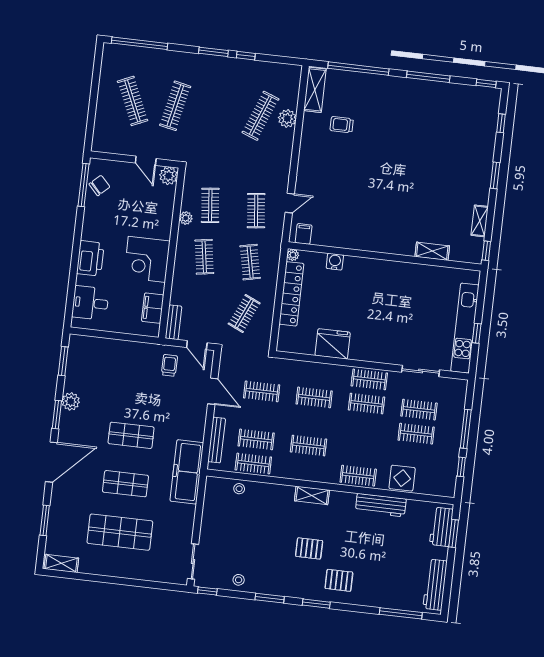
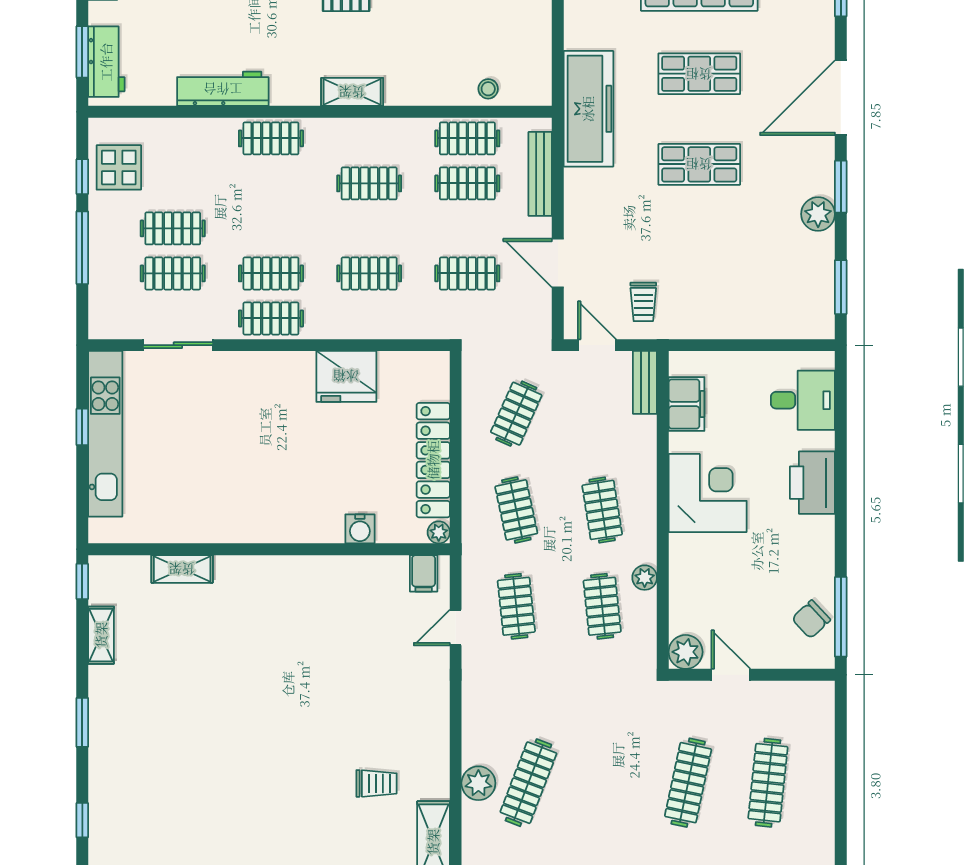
clothes rail: (133, 101) -> (768, 783), turned 30
display table: (402, 478) -> (119, 167), moved

